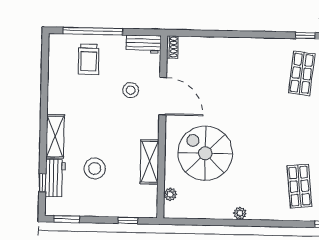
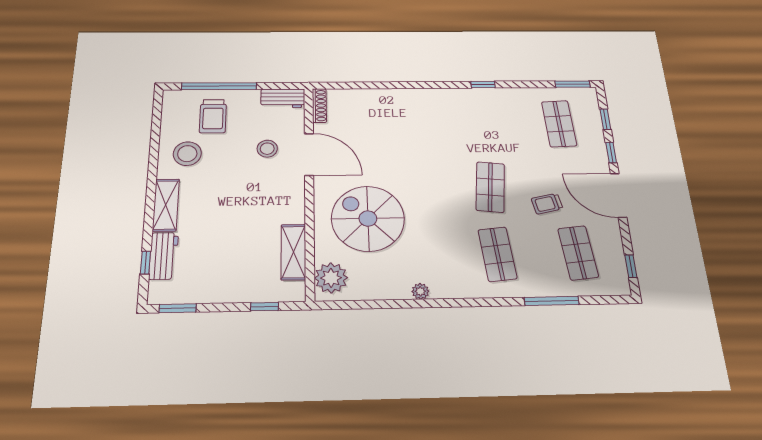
shoe rack: (172, 47) -> (319, 106), width x1.43
shop shelf: (302, 73) -> (490, 187), moved
shelving: (149, 162) -> (293, 252), moved
stool: (95, 168) -> (187, 154), moved
plant: (170, 194) -> (331, 278), width x1.87, depth x1.87

